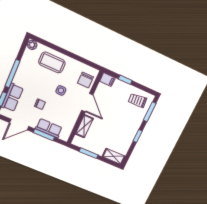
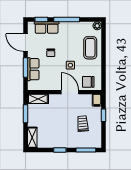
trolley: (137, 100) -> (83, 124), moved
door: (87, 103) -> (70, 92), swing flipped
shelving: (84, 126) -> (38, 99), moved

